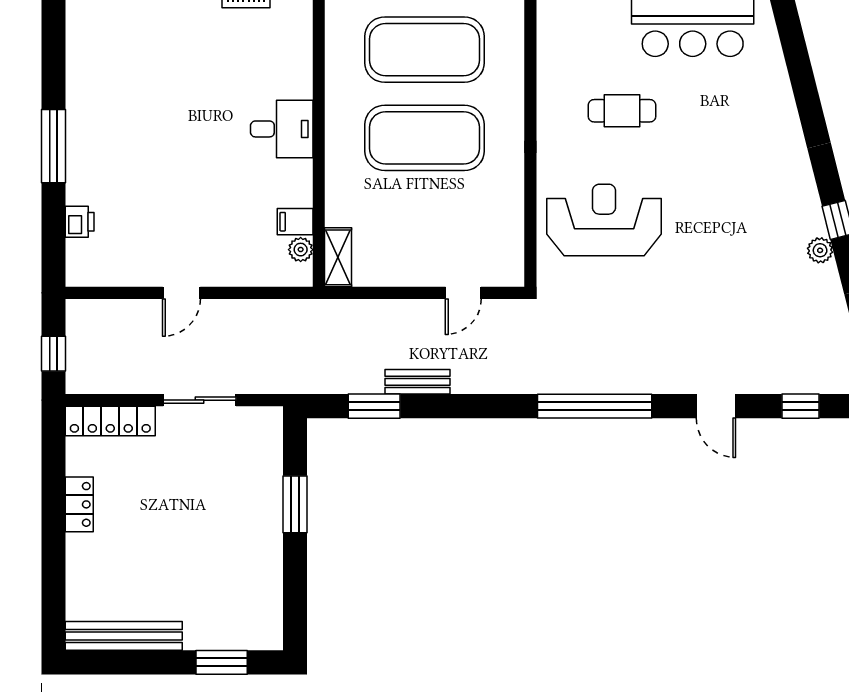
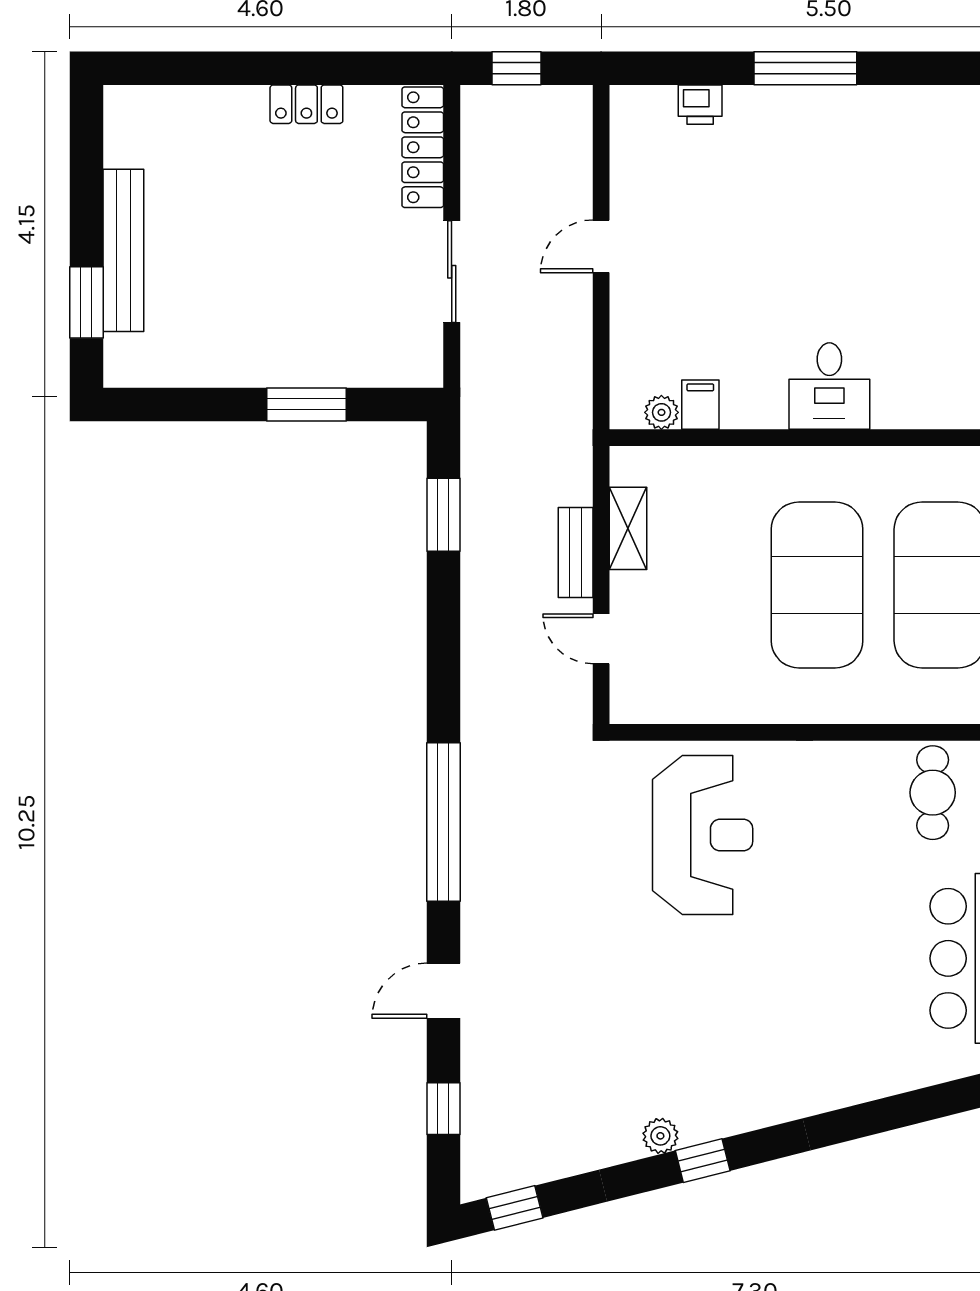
cafe table: (622, 111) -> (933, 793), moved
shelving: (338, 257) -> (628, 528), moved, turned 90
door: (181, 293) -> (601, 246), hinge flipped
bench: (417, 382) -> (576, 552), moved
bench: (124, 636) -> (123, 250), moved

